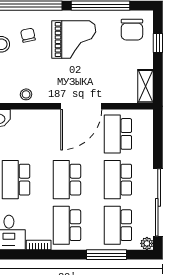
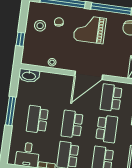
grand piano: (74, 40) -> (90, 29), turned 180
school desk: (118, 180) -> (107, 129), turned 180

